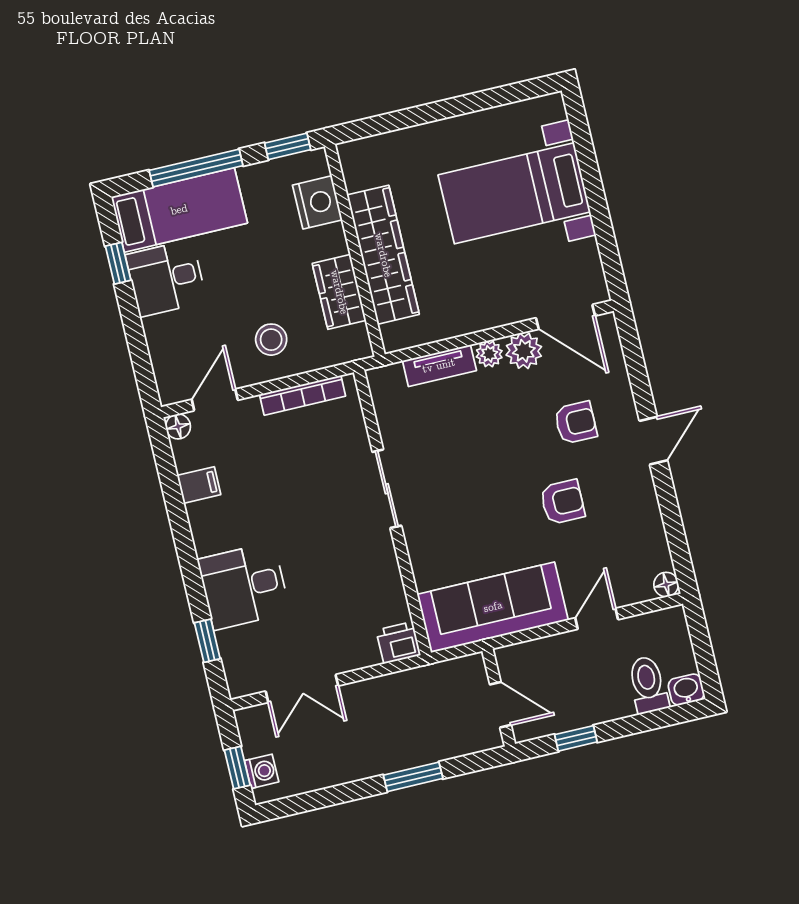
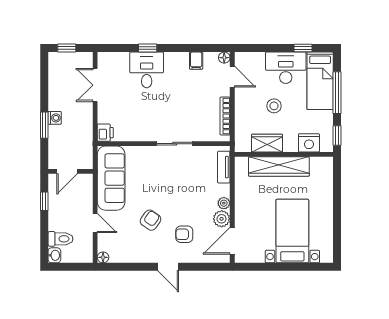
desk: (166, 278) -> (286, 68), width x1.37
stool: (271, 340) -> (274, 106), moved
tv unit: (439, 366) -> (224, 167), moved
armchair: (576, 423) -> (184, 234), turned 90
armchair: (562, 502) -> (150, 220), turned -145
window: (207, 641) -> (148, 48), moved
washing machine: (262, 771) -> (55, 118), moved, turned -90

